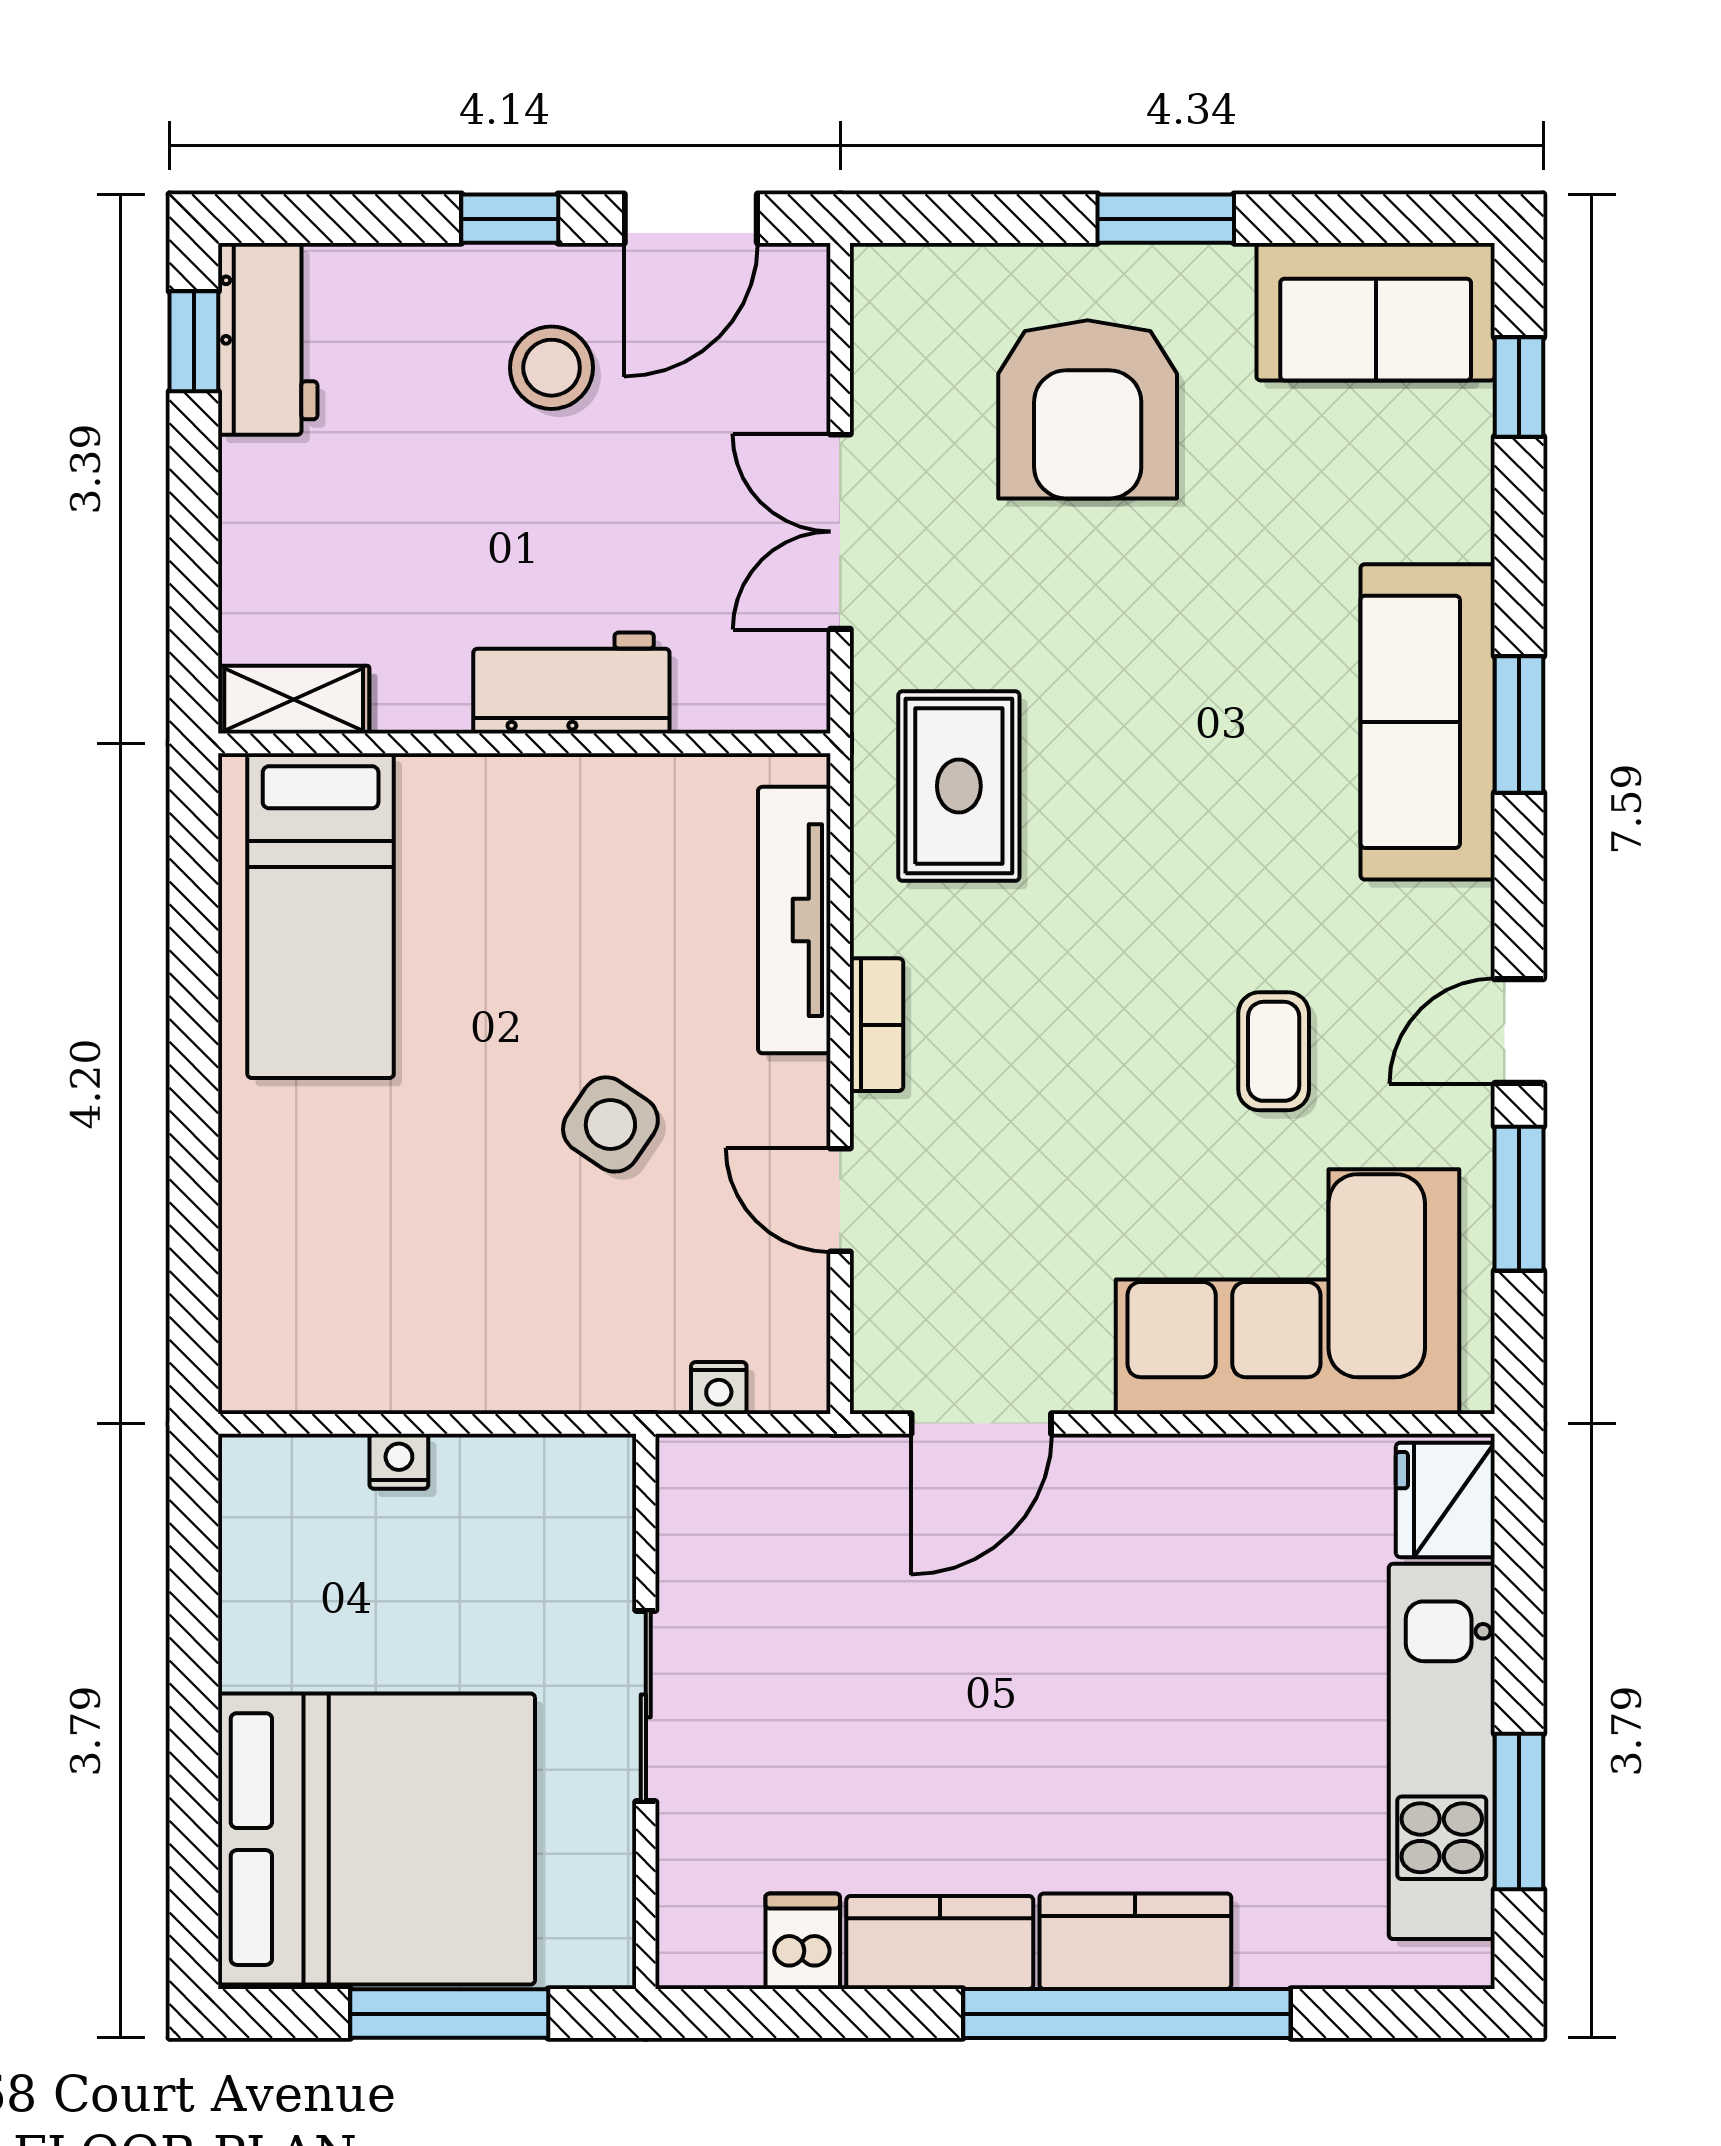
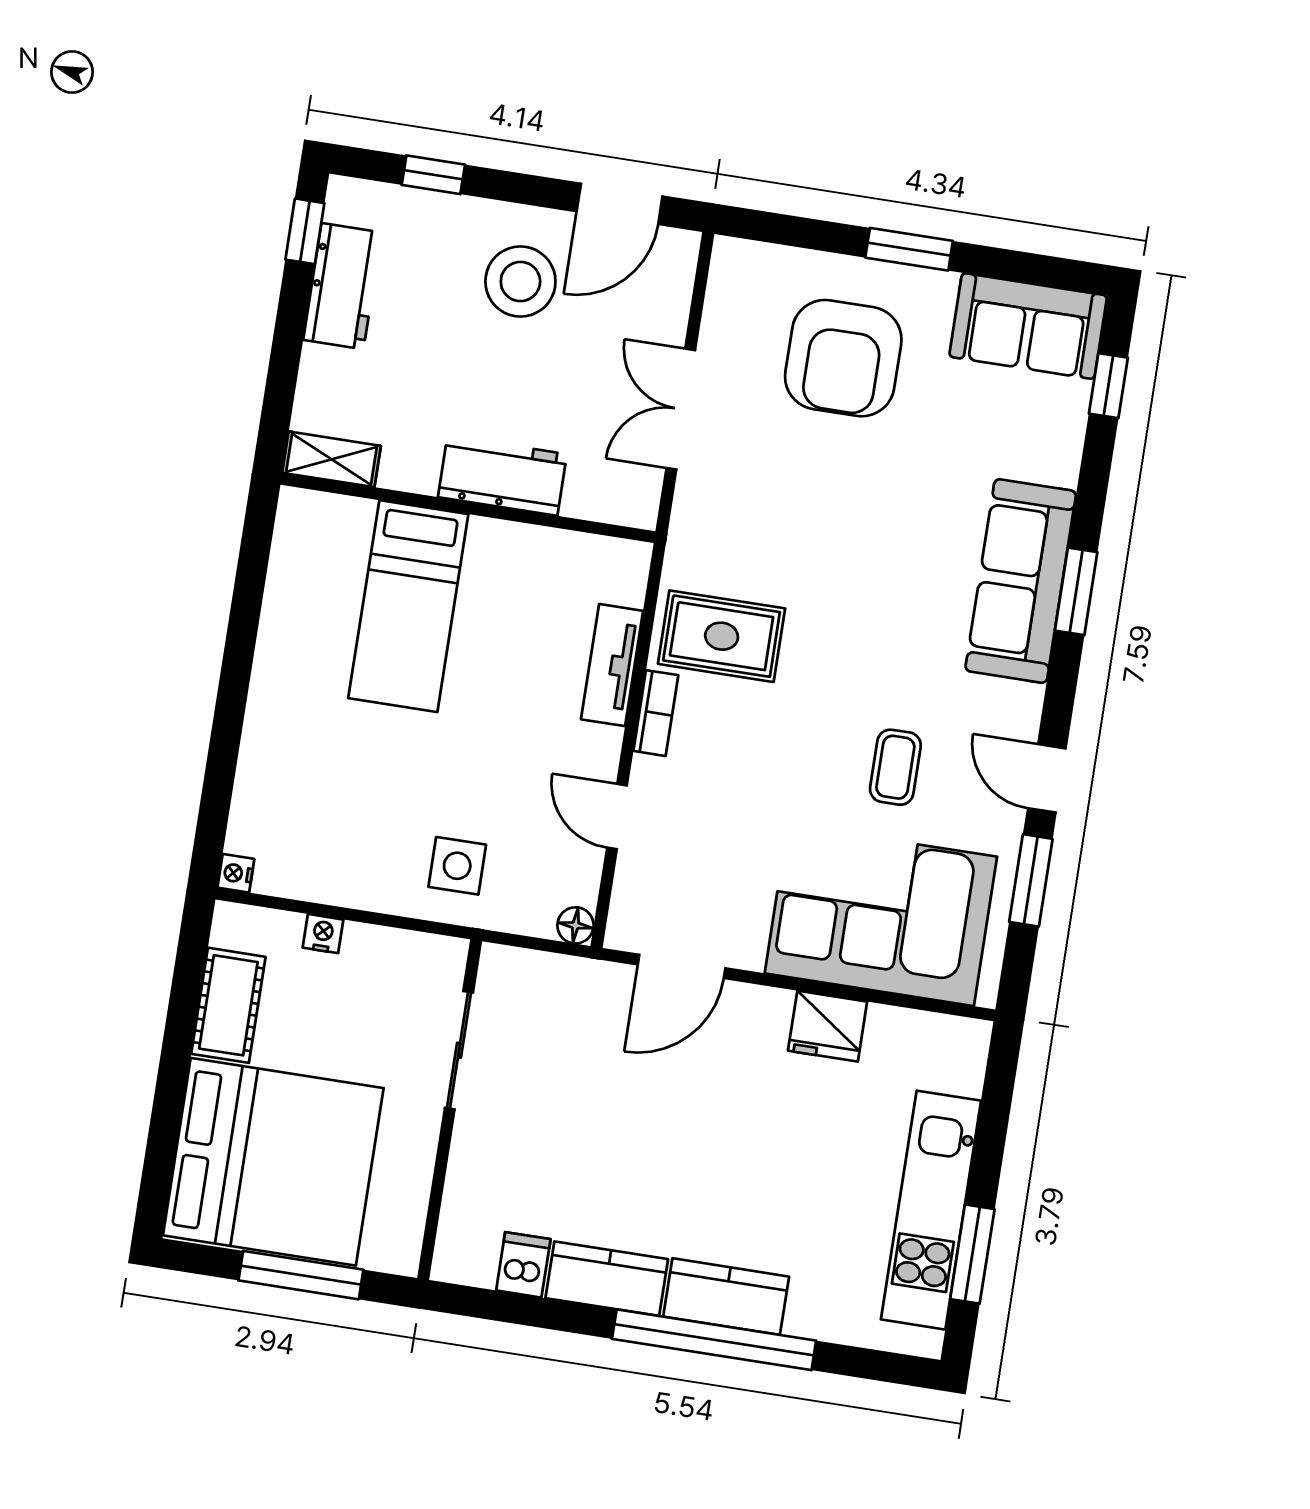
window: (510, 219) -> (433, 175), moved
workbench: (268, 339) -> (342, 286), moved
stool: (552, 368) -> (520, 282), width x1.38, depth x1.38
rug: (959, 786) -> (722, 636), moved, turned 90
bed: (321, 916) -> (408, 606), moved
tv unit: (794, 920) -> (612, 665), width x0.71
door: (1519, 1031) -> (1047, 778), hinge flipped
side table: (610, 1124) -> (457, 866), moved, turned -34
floor lamp: (801, 1385) -> (575, 925), added
nightstand: (719, 1388) -> (236, 873), moved, turned 90
fridge: (1445, 1500) -> (828, 1026), moved, turned -90
cot: (265, 1600) -> (228, 1005), added
sliding door: (646, 1706) -> (459, 1050), moved

